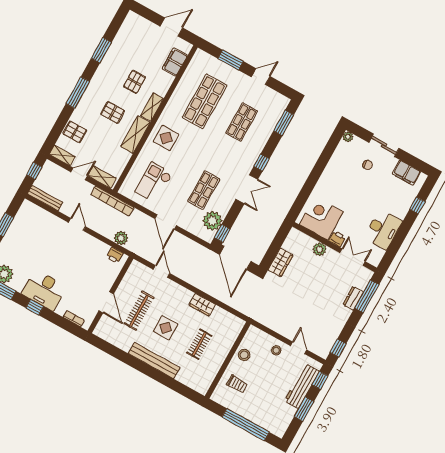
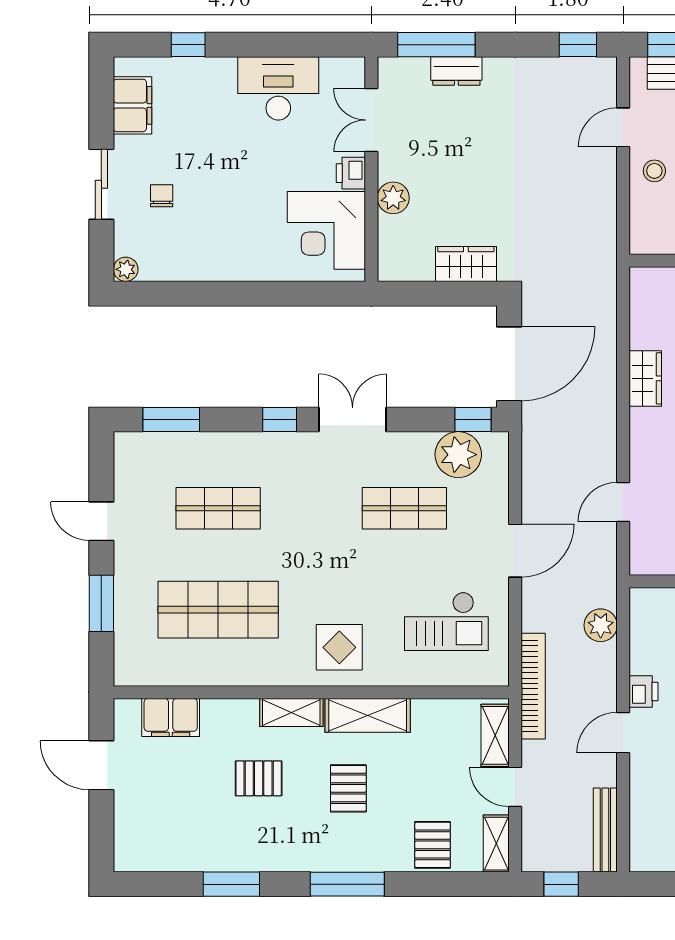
printer: (115, 255) -> (643, 691), moved

